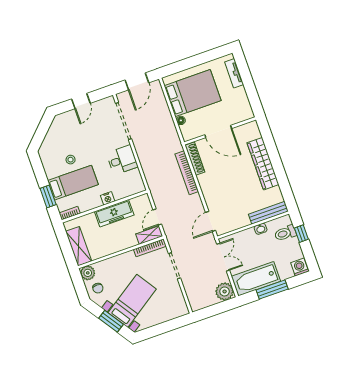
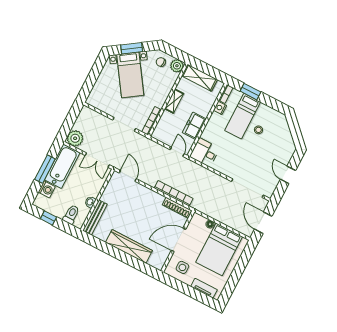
side table: (236, 106) -> (182, 267), added
desk: (122, 160) -> (205, 153), moved, turned 90
nightstand: (108, 198) -> (220, 108), moved
freezer: (114, 213) -> (194, 126), width x0.71
door: (157, 217) -> (177, 152), moved
window: (301, 234) -> (48, 218), moved
shelving: (149, 235) -> (174, 101), moved
washing machine: (300, 267) -> (47, 189), moved

